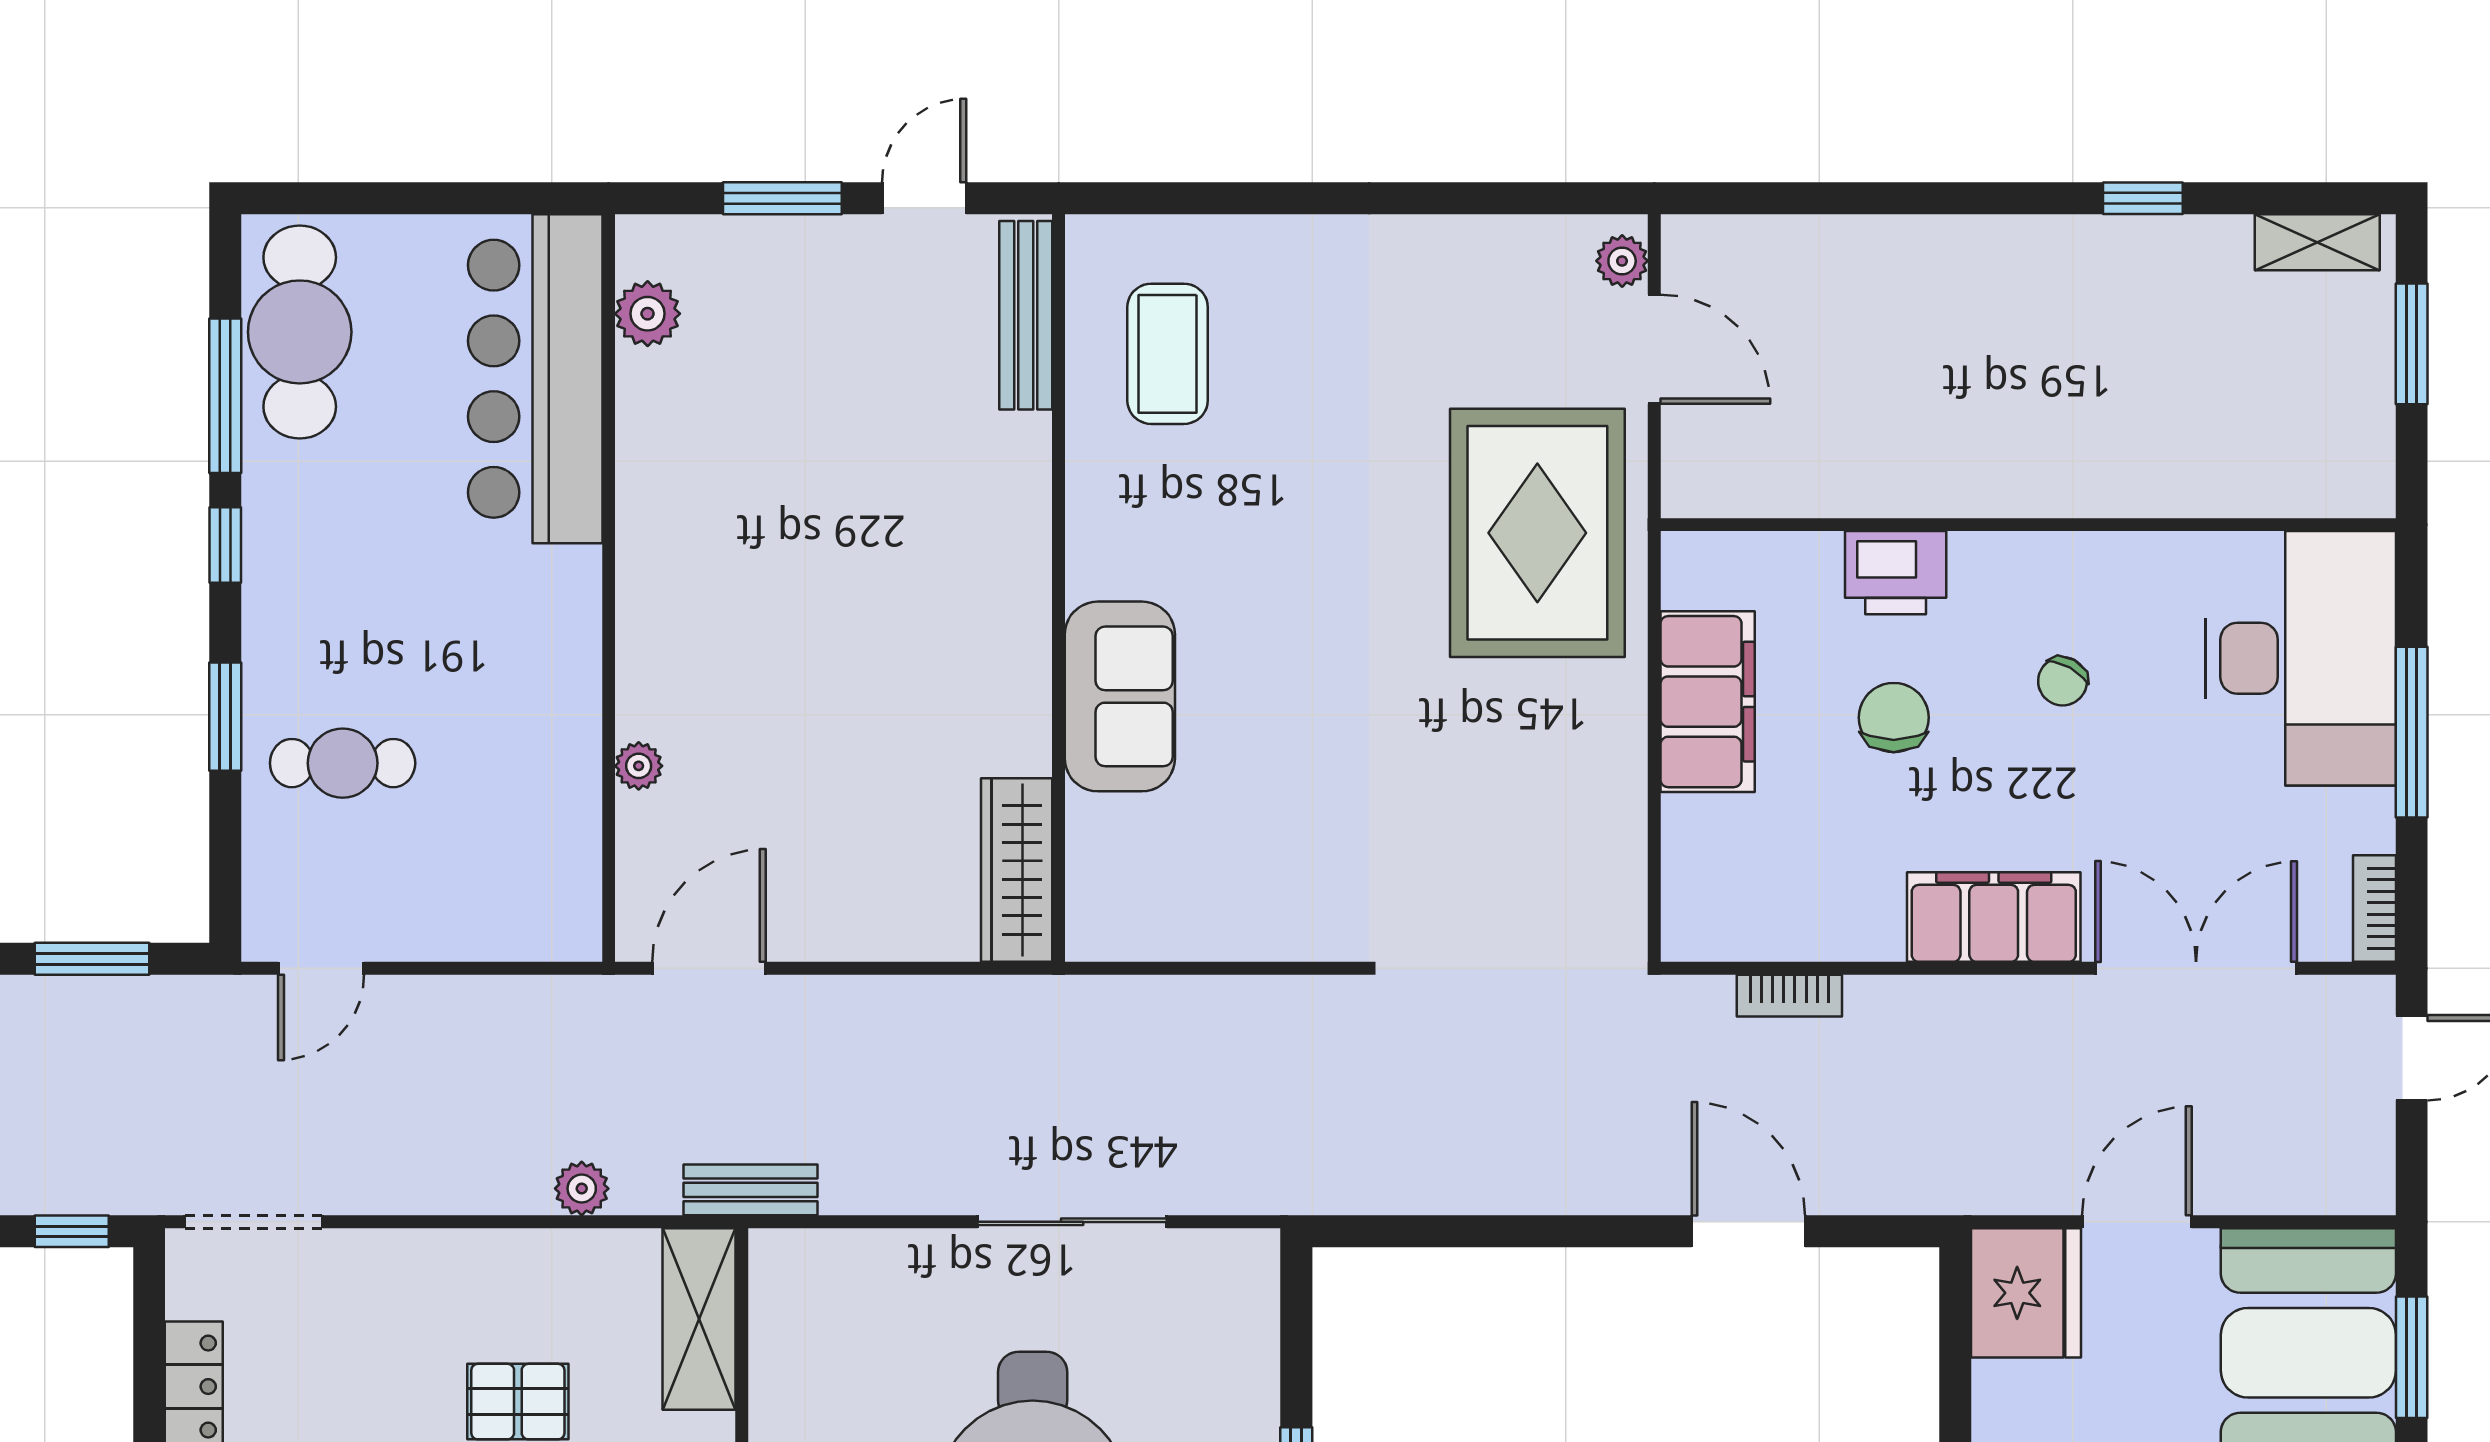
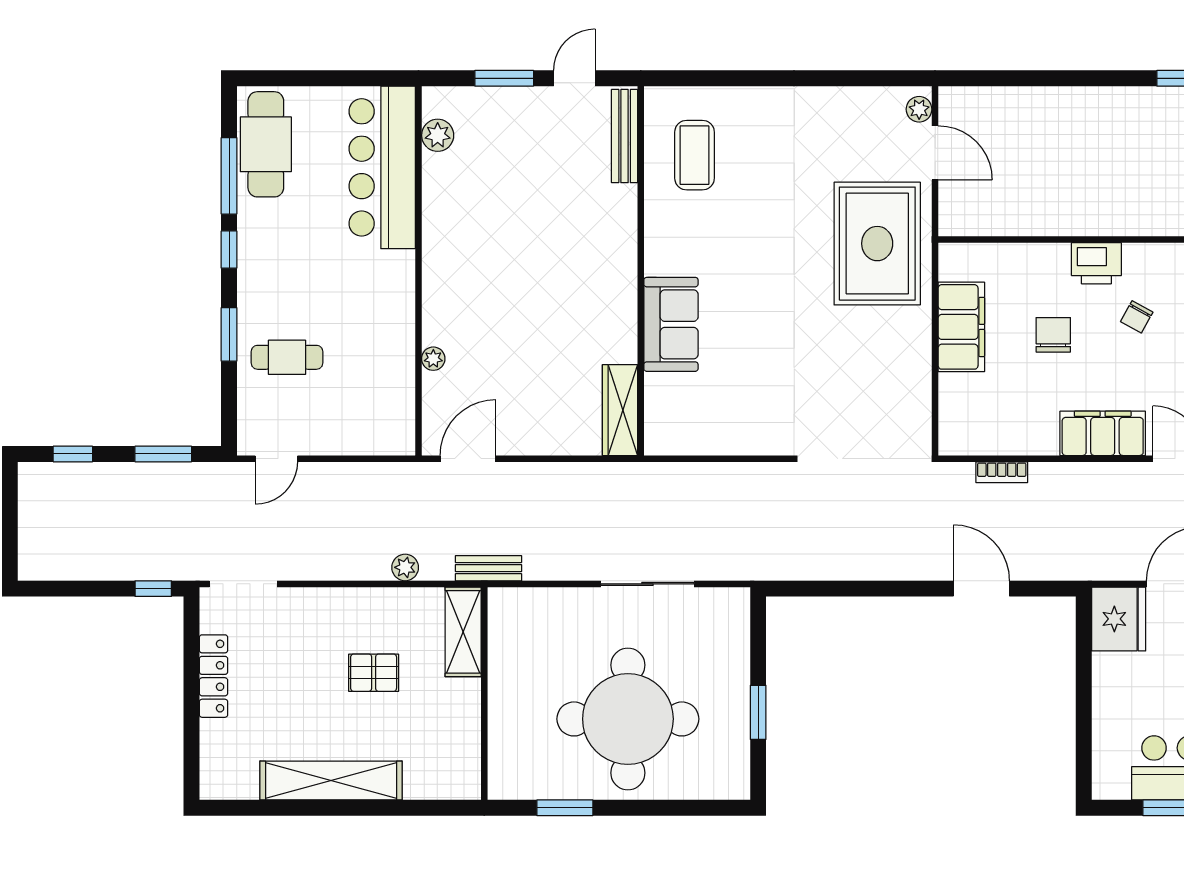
printer: (1896, 573) -> (1096, 263), moved

